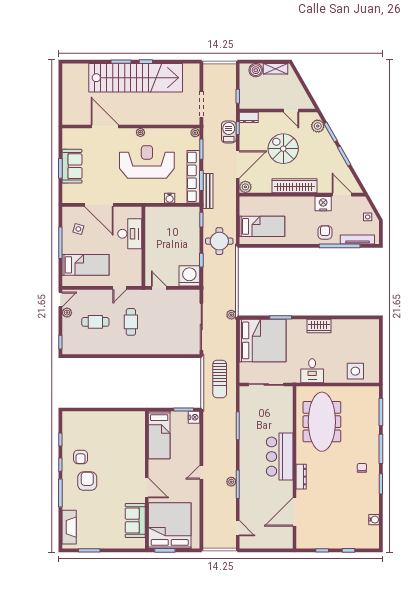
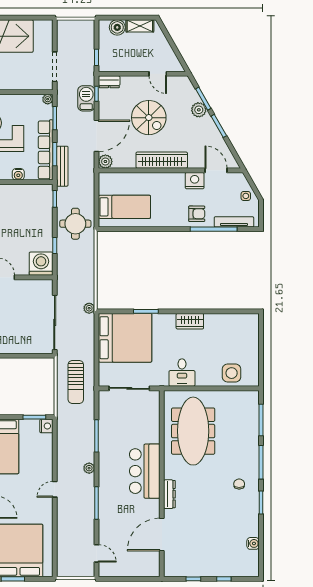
plant: (318, 126) -> (199, 110), moved
spiral stairs: (283, 149) -> (149, 118), turned 180
armchair: (325, 232) -> (197, 214), turned 90
plant: (231, 482) -> (89, 468), moved

